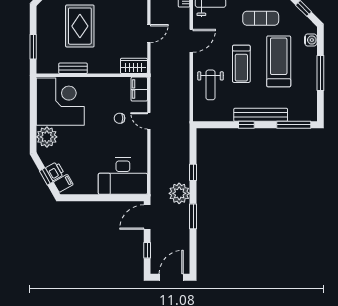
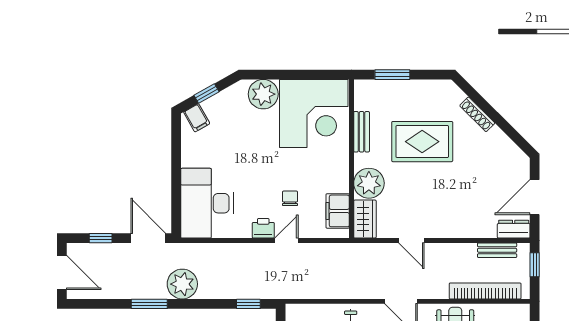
plant: (109, 63) -> (369, 183), added
filing cabinet: (139, 89) -> (338, 211), moved, turned -90
printer: (55, 171) -> (263, 228), moved, turned -150
window: (193, 172) -> (248, 304), moved

